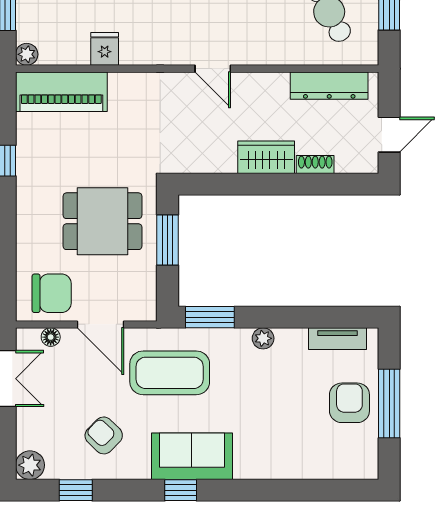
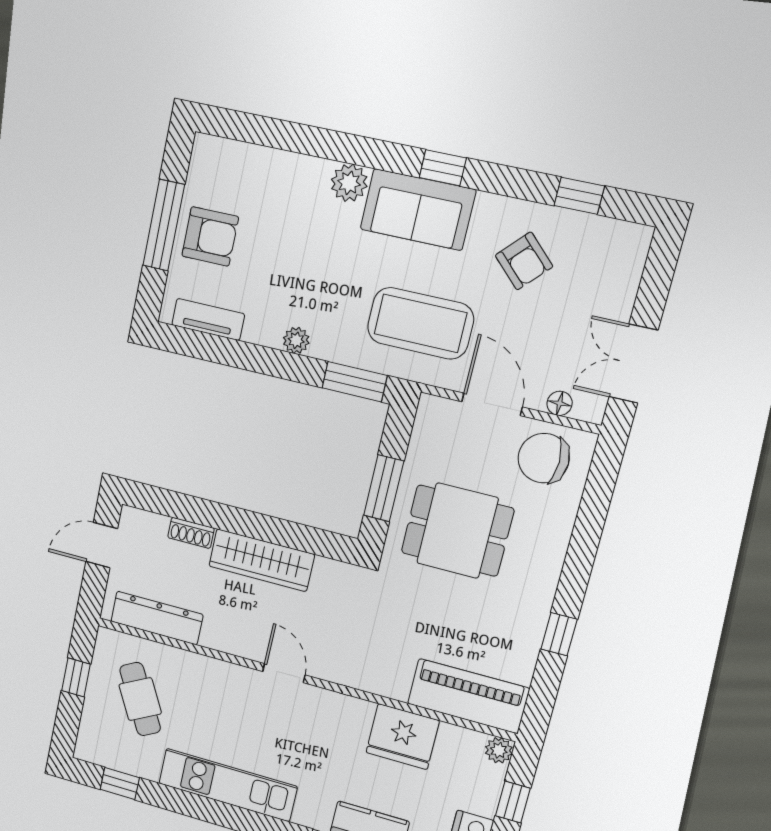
fridge: (105, 49) -> (403, 737), width x1.88, depth x1.34
wardrobe: (266, 157) -> (261, 560), width x1.50
armchair: (349, 403) -> (210, 236), turned -90
plant: (30, 465) -> (349, 183), moved

